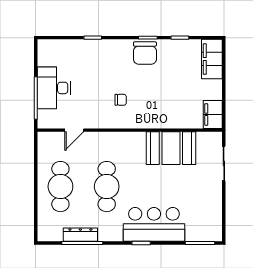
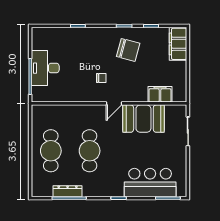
chair: (145, 53) -> (128, 50), moved, turned -75
filing cabinet: (213, 114) -> (160, 94), moved, turned 90
door: (74, 130) -> (114, 103), moved
bar counter: (154, 224) -> (150, 183), moved

